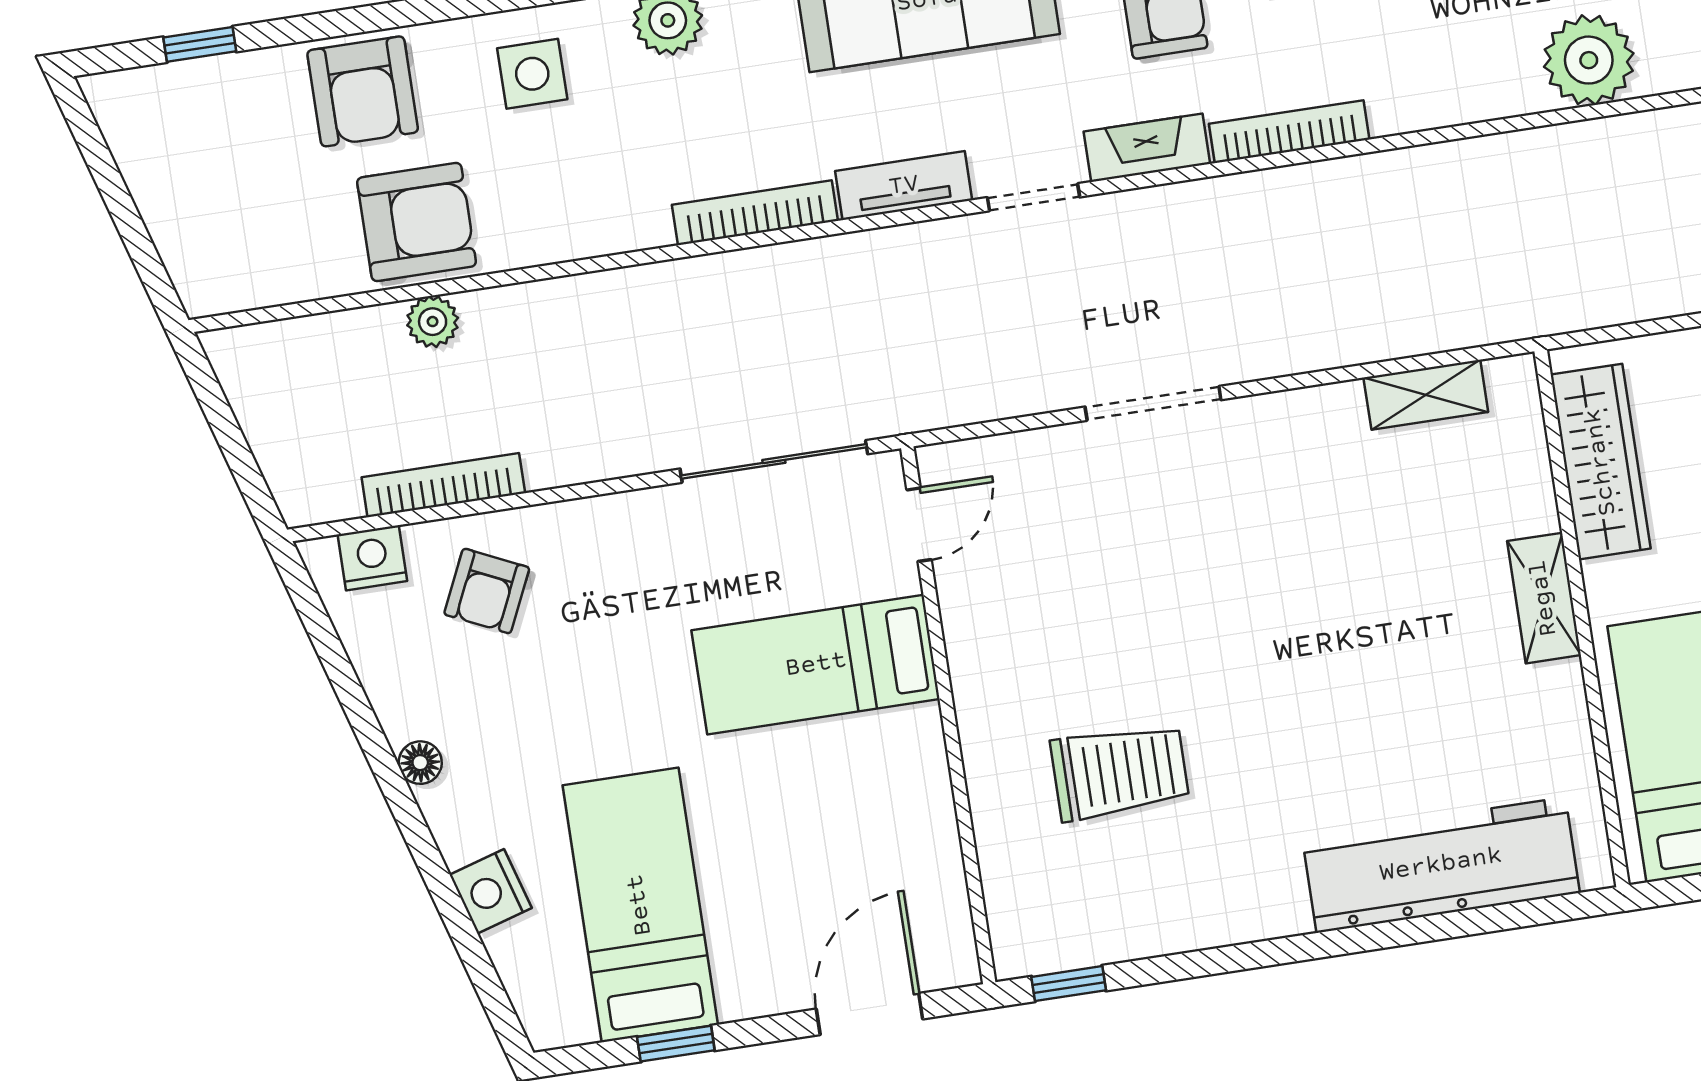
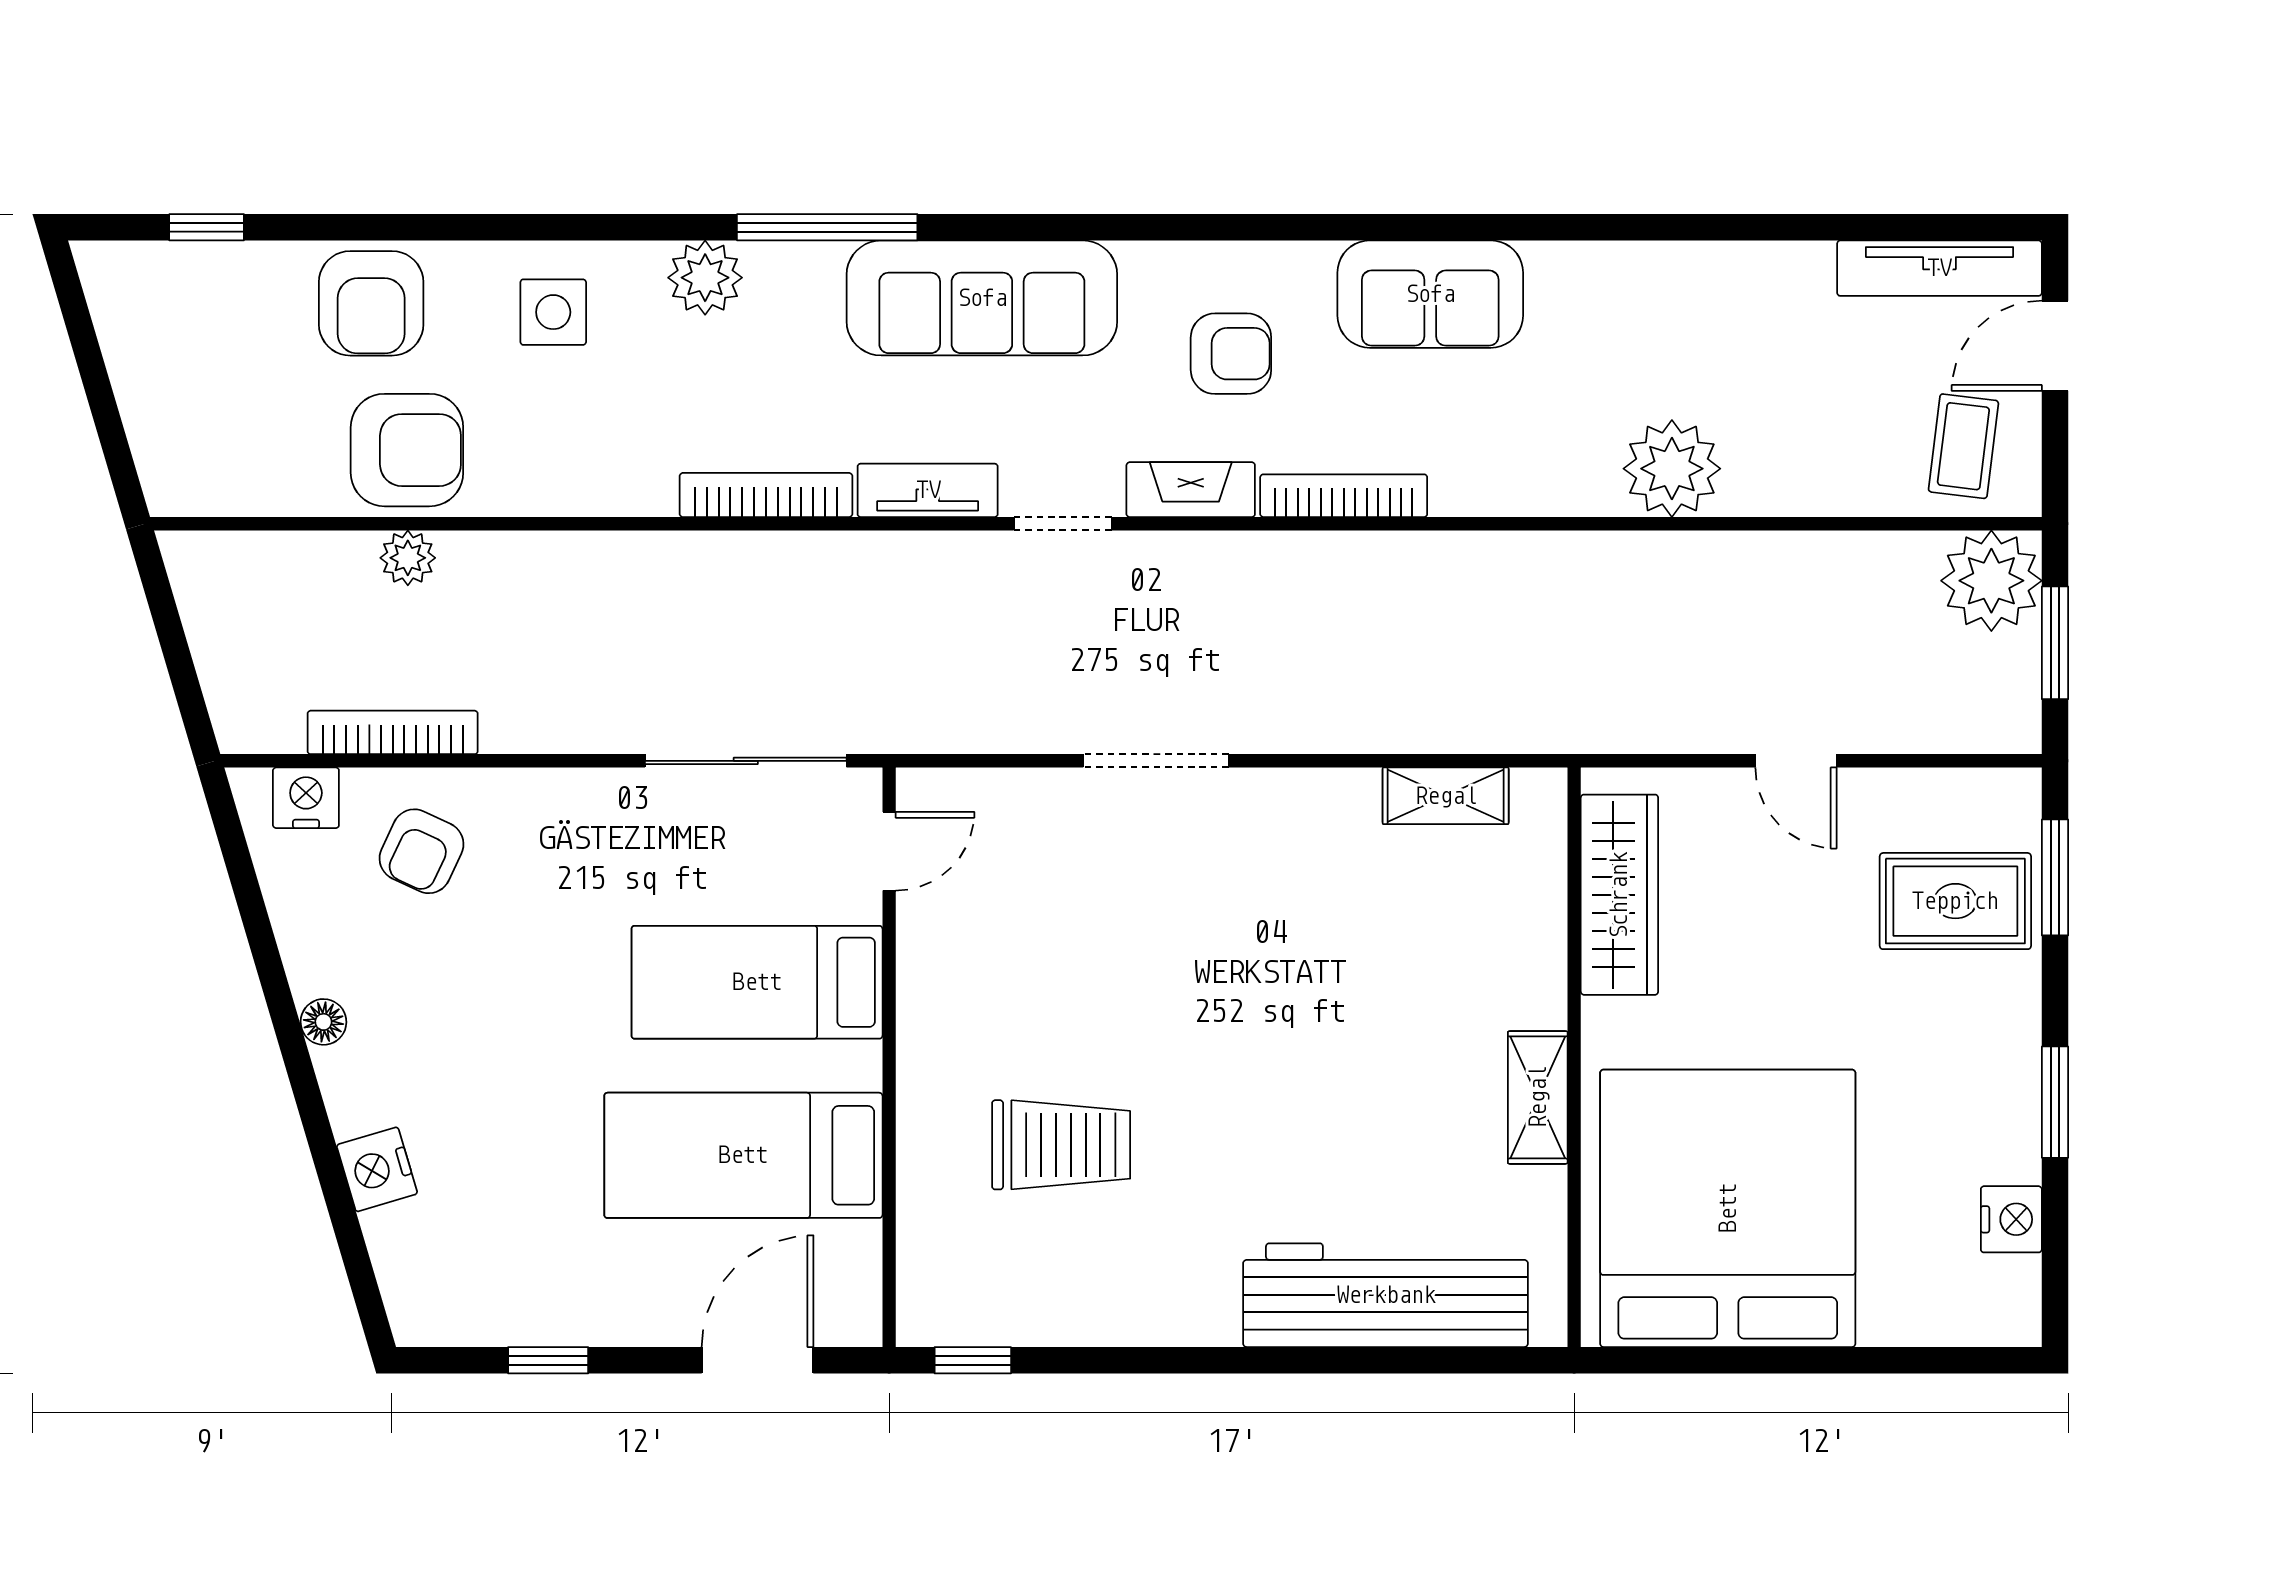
shelving: (1544, 598) -> (1538, 1097), moved
bed: (640, 905) -> (743, 1155), moved, turned -90

